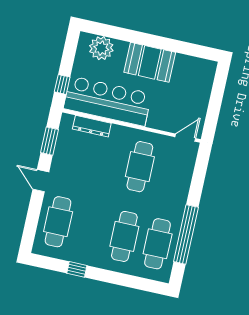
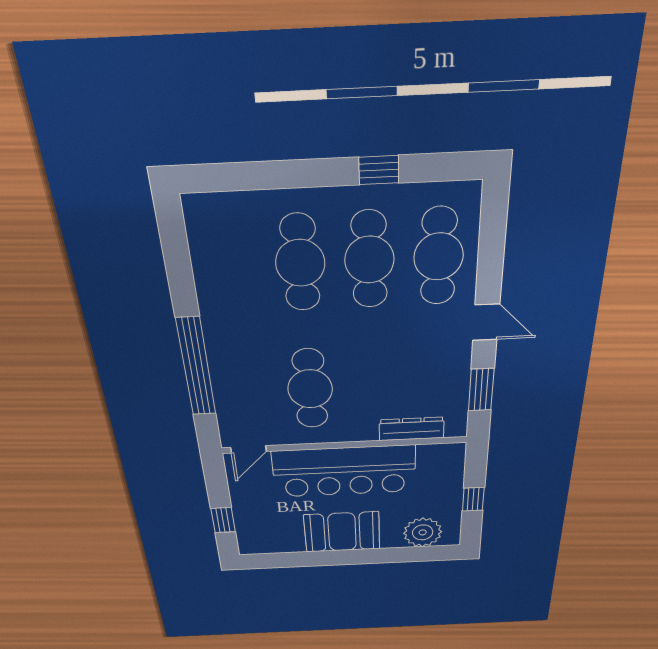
window: (62, 84) -> (473, 499), moved
window: (218, 92) -> (223, 520), added
bar counter: (107, 101) -> (344, 471), moved
window: (186, 234) -> (196, 367), moved
cafe table: (158, 244) -> (369, 260), moved

